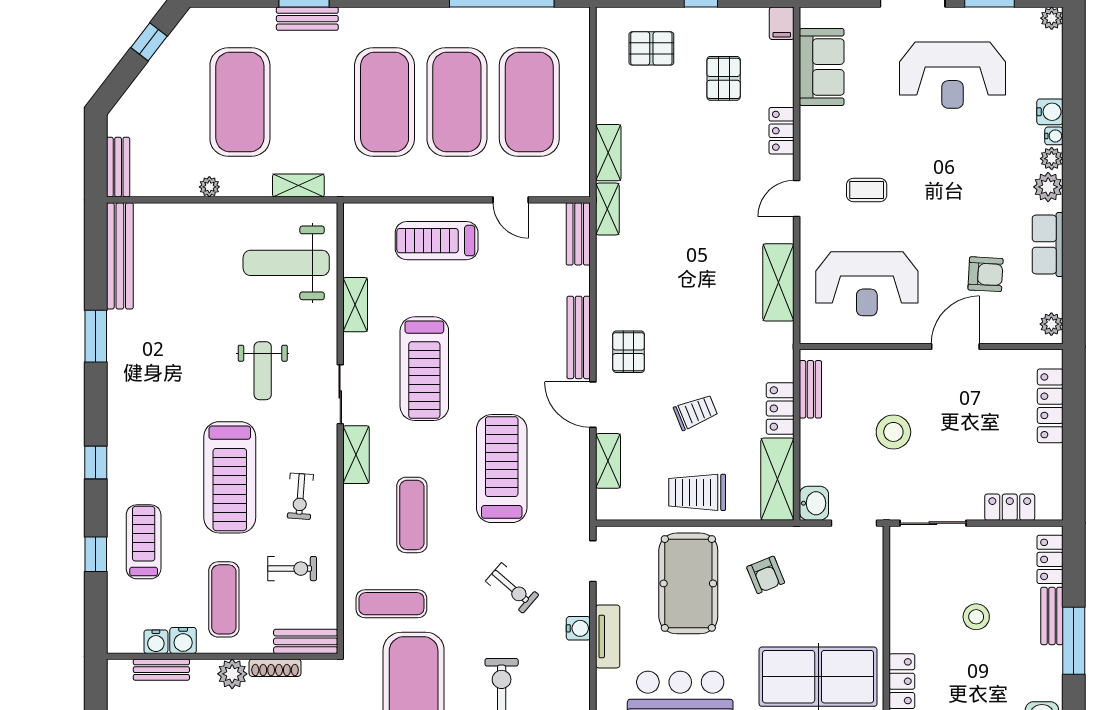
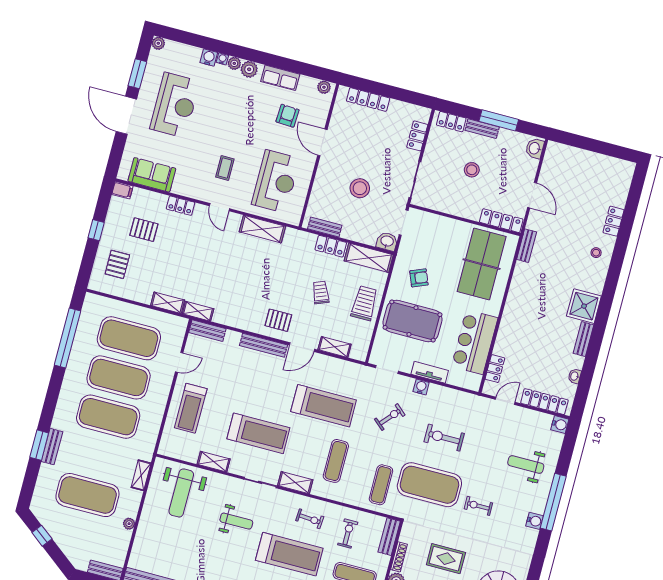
treadmill: (502, 469) -> (324, 406), turned 180
trolley: (697, 492) -> (364, 303), turned 180
exercise mat: (412, 515) -> (336, 461), turned 90

